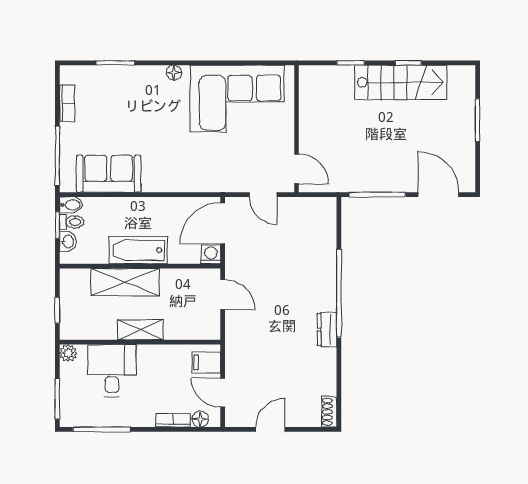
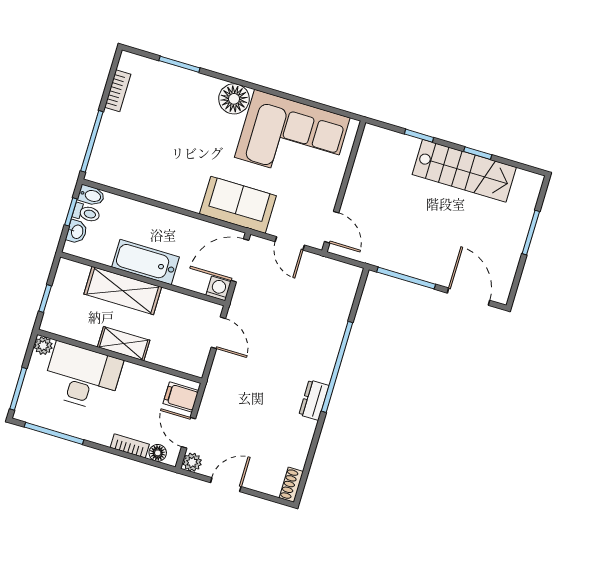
floor lamp: (174, 73) -> (234, 99), width x1.89, depth x1.89
sofa: (109, 174) -> (238, 205), moved
desk: (112, 371) -> (82, 377), width x1.37
plant: (234, 418) -> (192, 462), added

